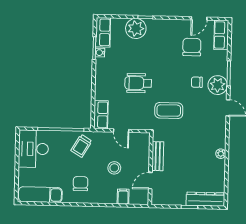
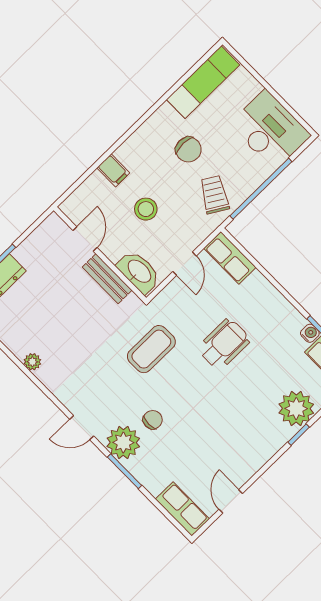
chair: (192, 47) -> (204, 457), removed
door: (121, 131) -> (185, 264), swing flipped
washbasin: (142, 146) -> (139, 272), added
chair: (80, 184) -> (188, 149), moved
filing cabinet: (123, 197) -> (113, 170), moved

